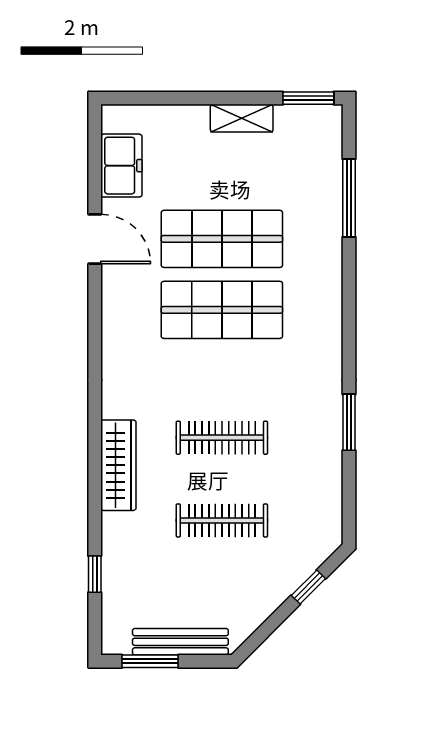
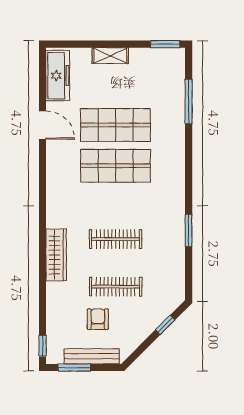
shelving: (242, 118) -> (110, 56), moved
freezer: (121, 166) -> (58, 76), width x1.40
window: (95, 574) -> (43, 346), moved
armchair: (191, 577) -> (98, 319), added

